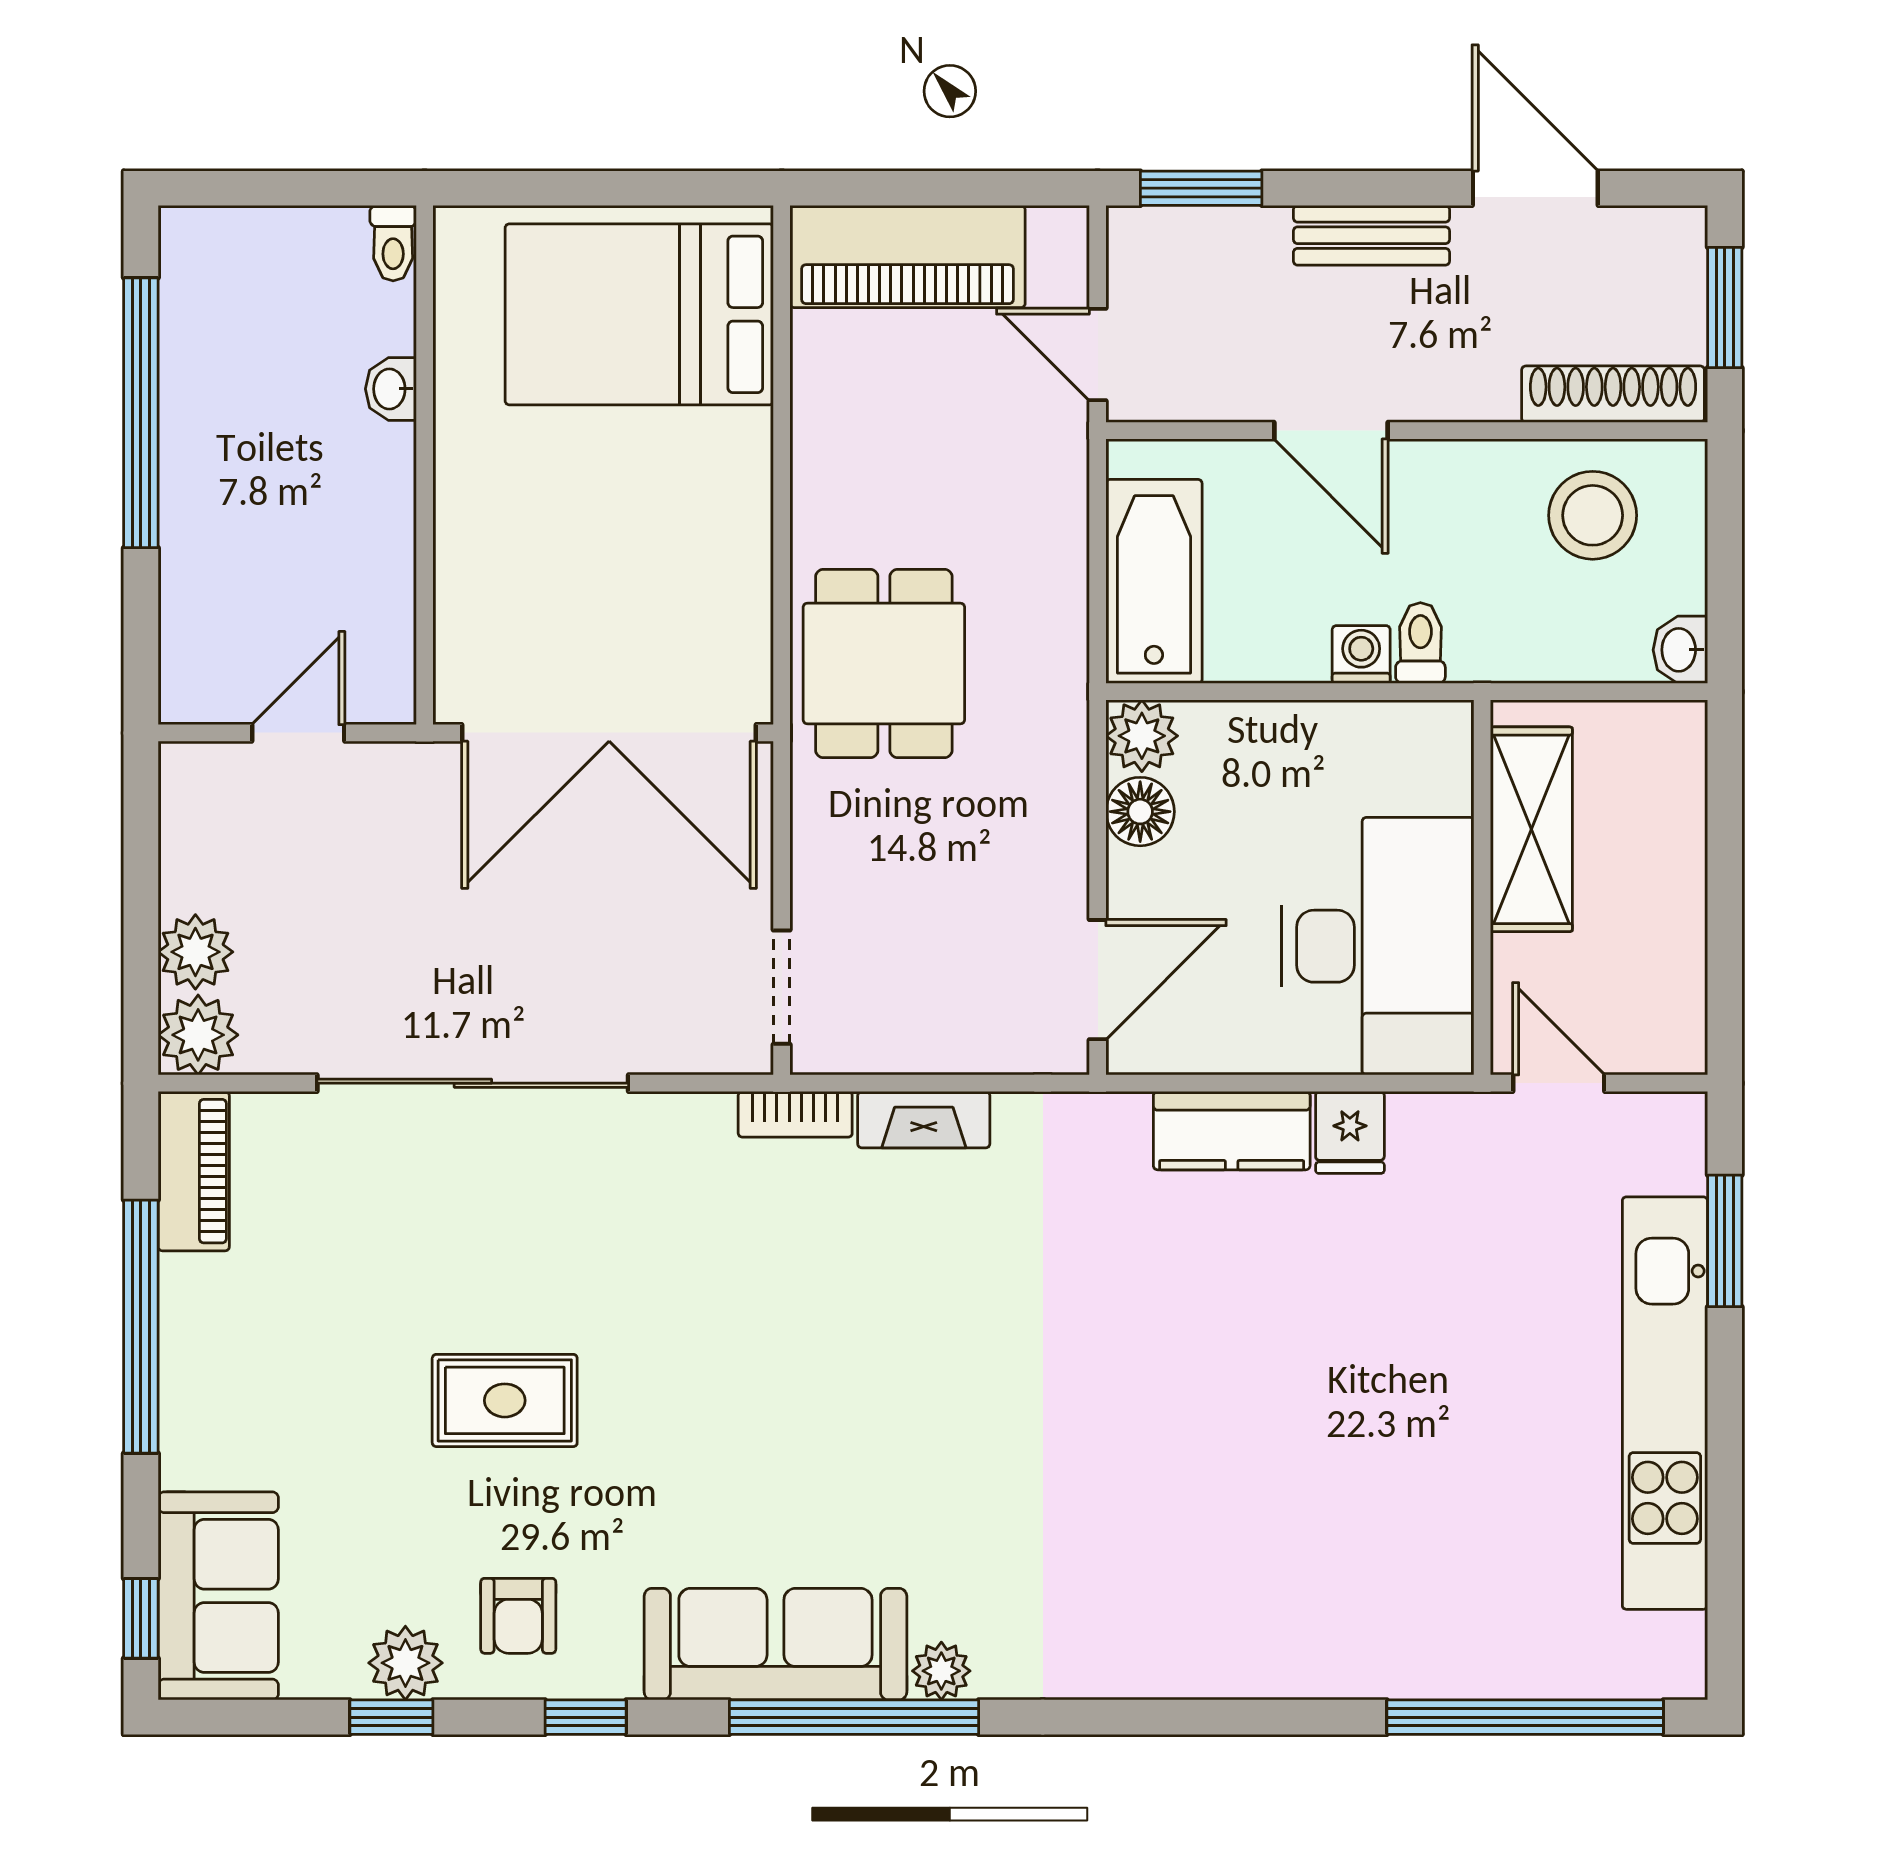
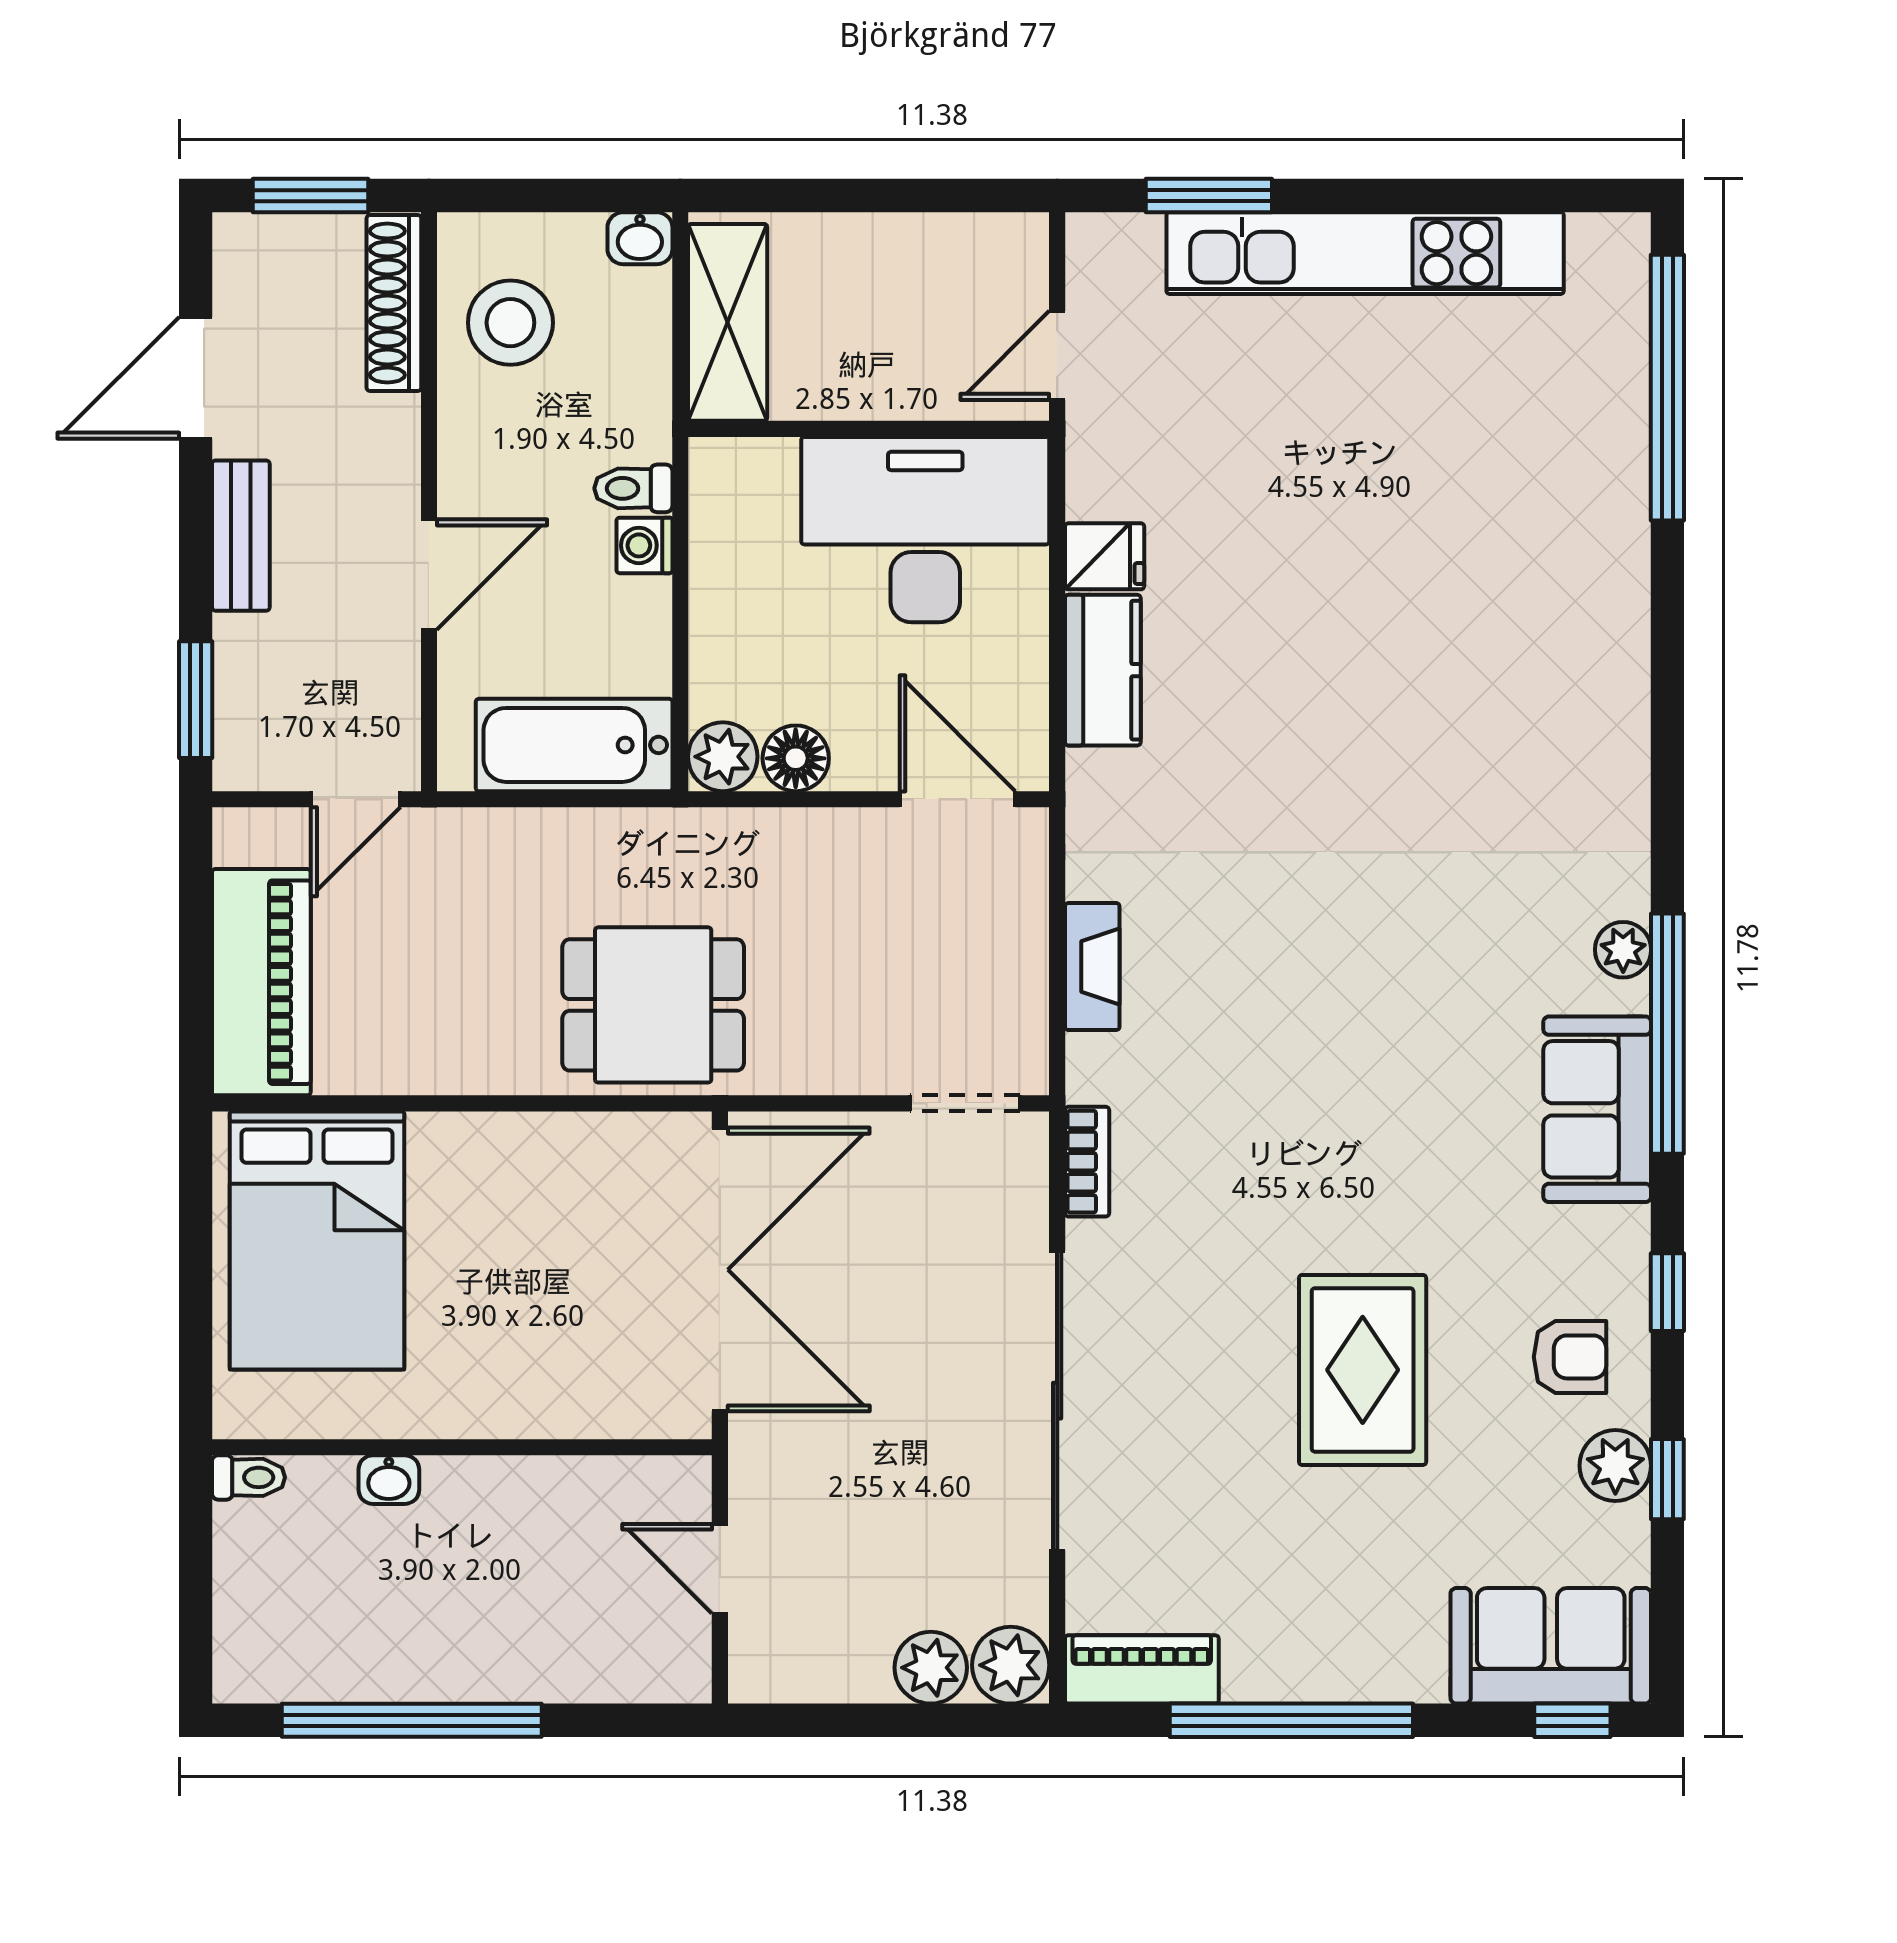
shelving: (1531, 829) -> (728, 322), moved, turned 90
bookcase: (795, 1114) -> (1087, 1162), moved
rug: (505, 1400) -> (1363, 1370), width x1.36, depth x1.43
sofa: (775, 1644) -> (1597, 1109), width x0.73

